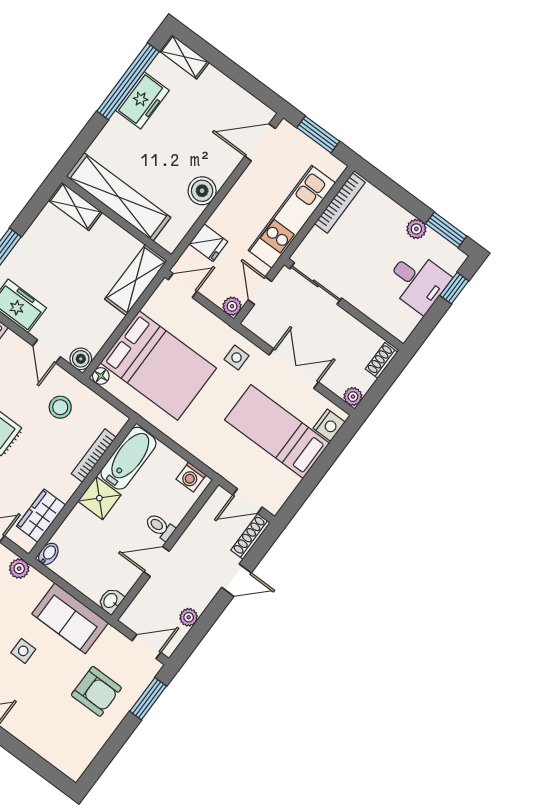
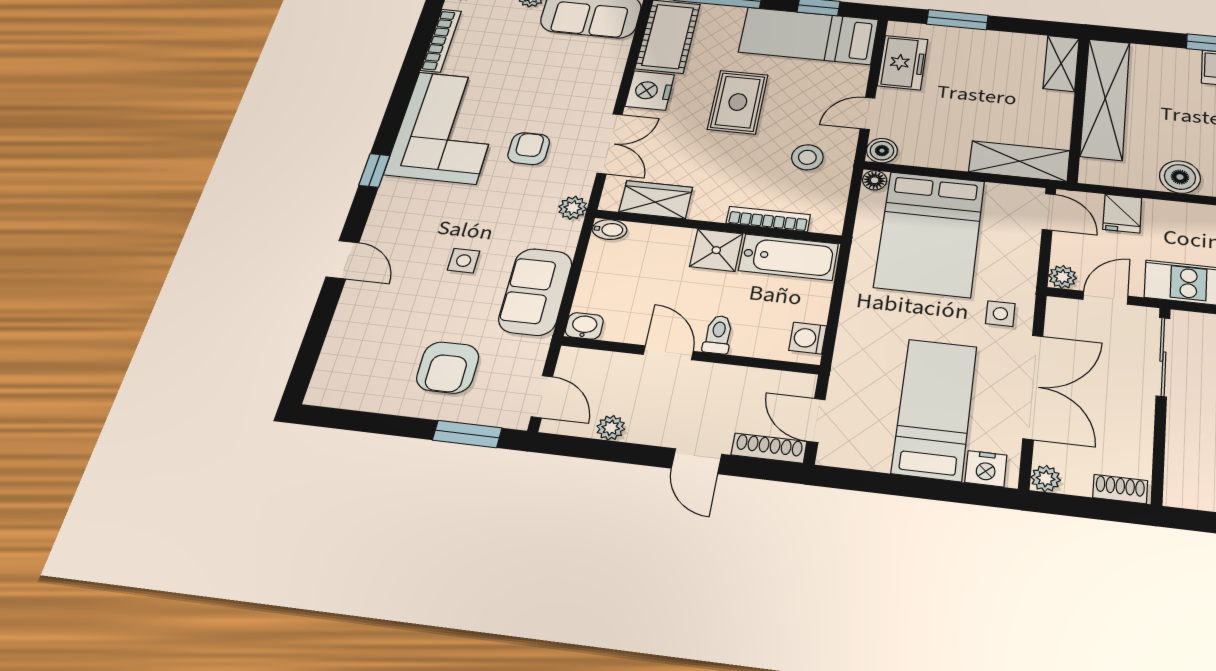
double door: (294, 368) -> (1033, 387), width x1.37

